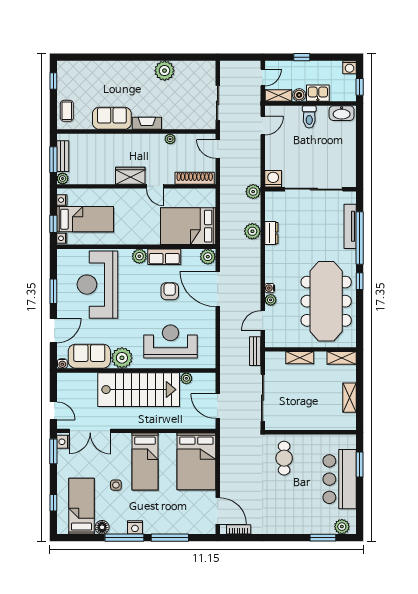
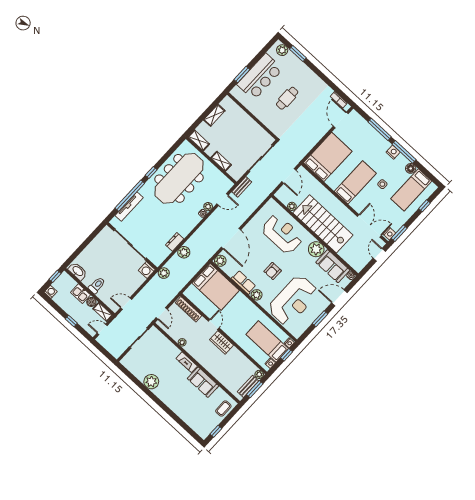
armchair: (170, 291) -> (273, 271), moved
reception desk: (171, 341) -> (282, 234), turned 180
cafe table: (284, 458) -> (287, 98), moved

